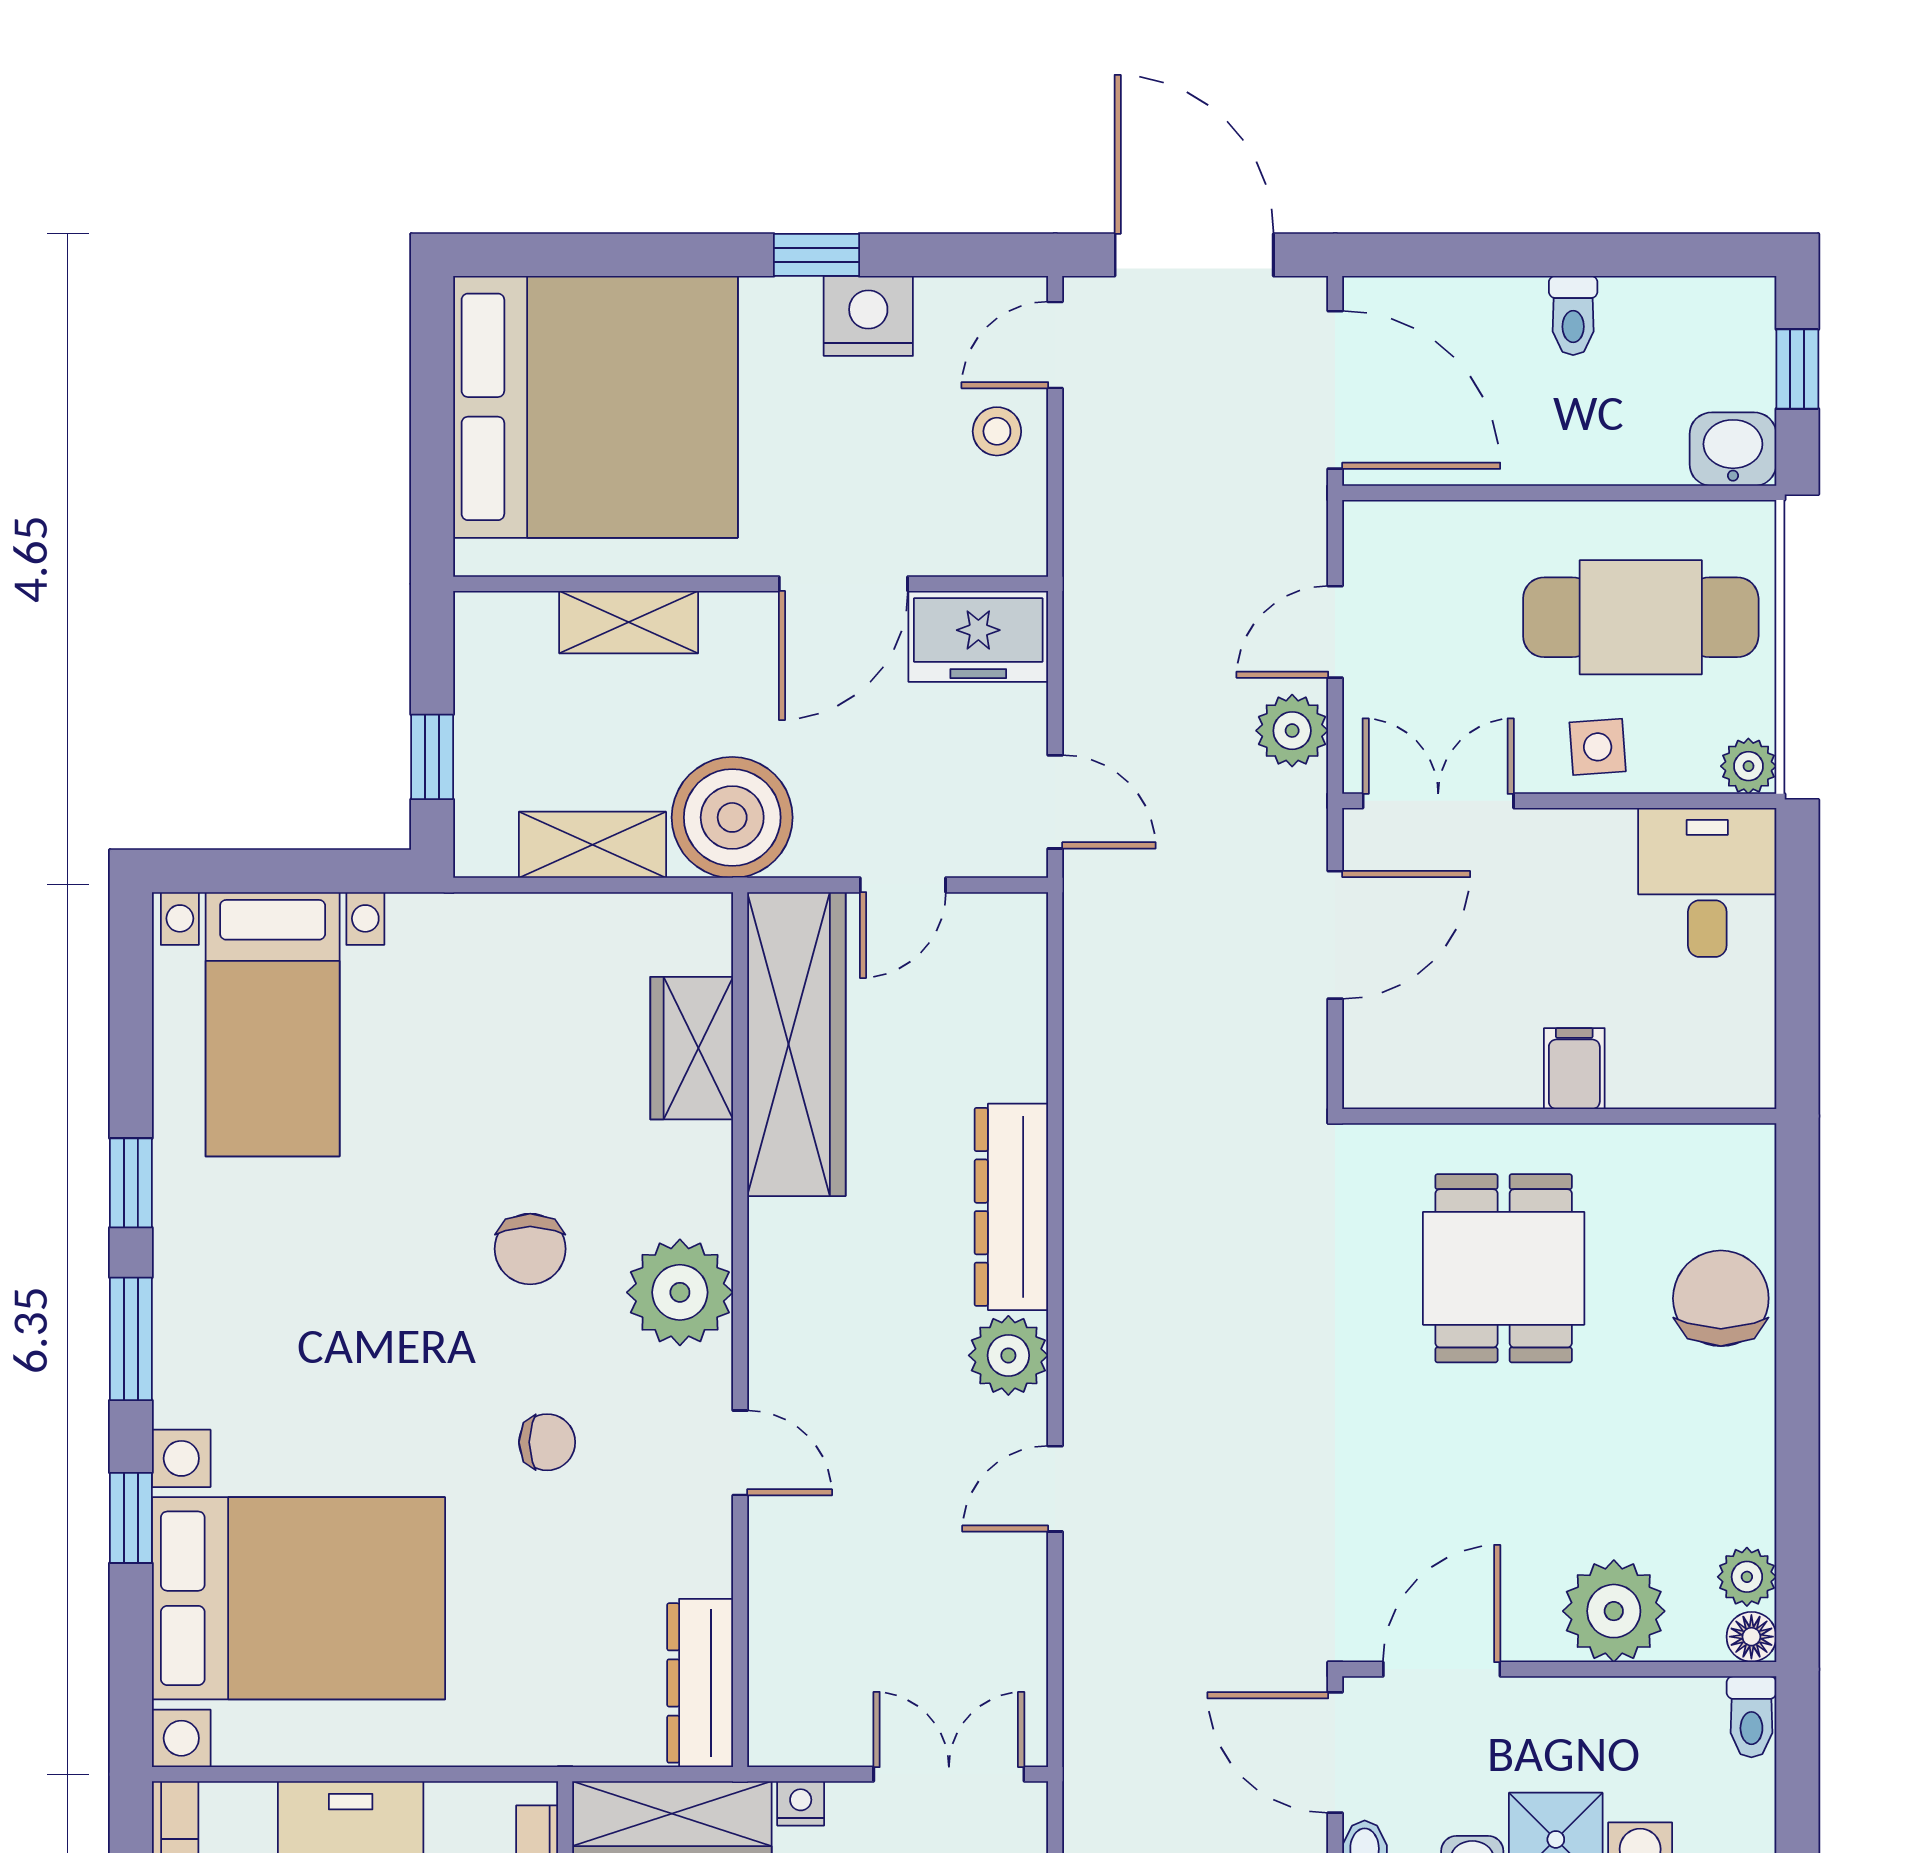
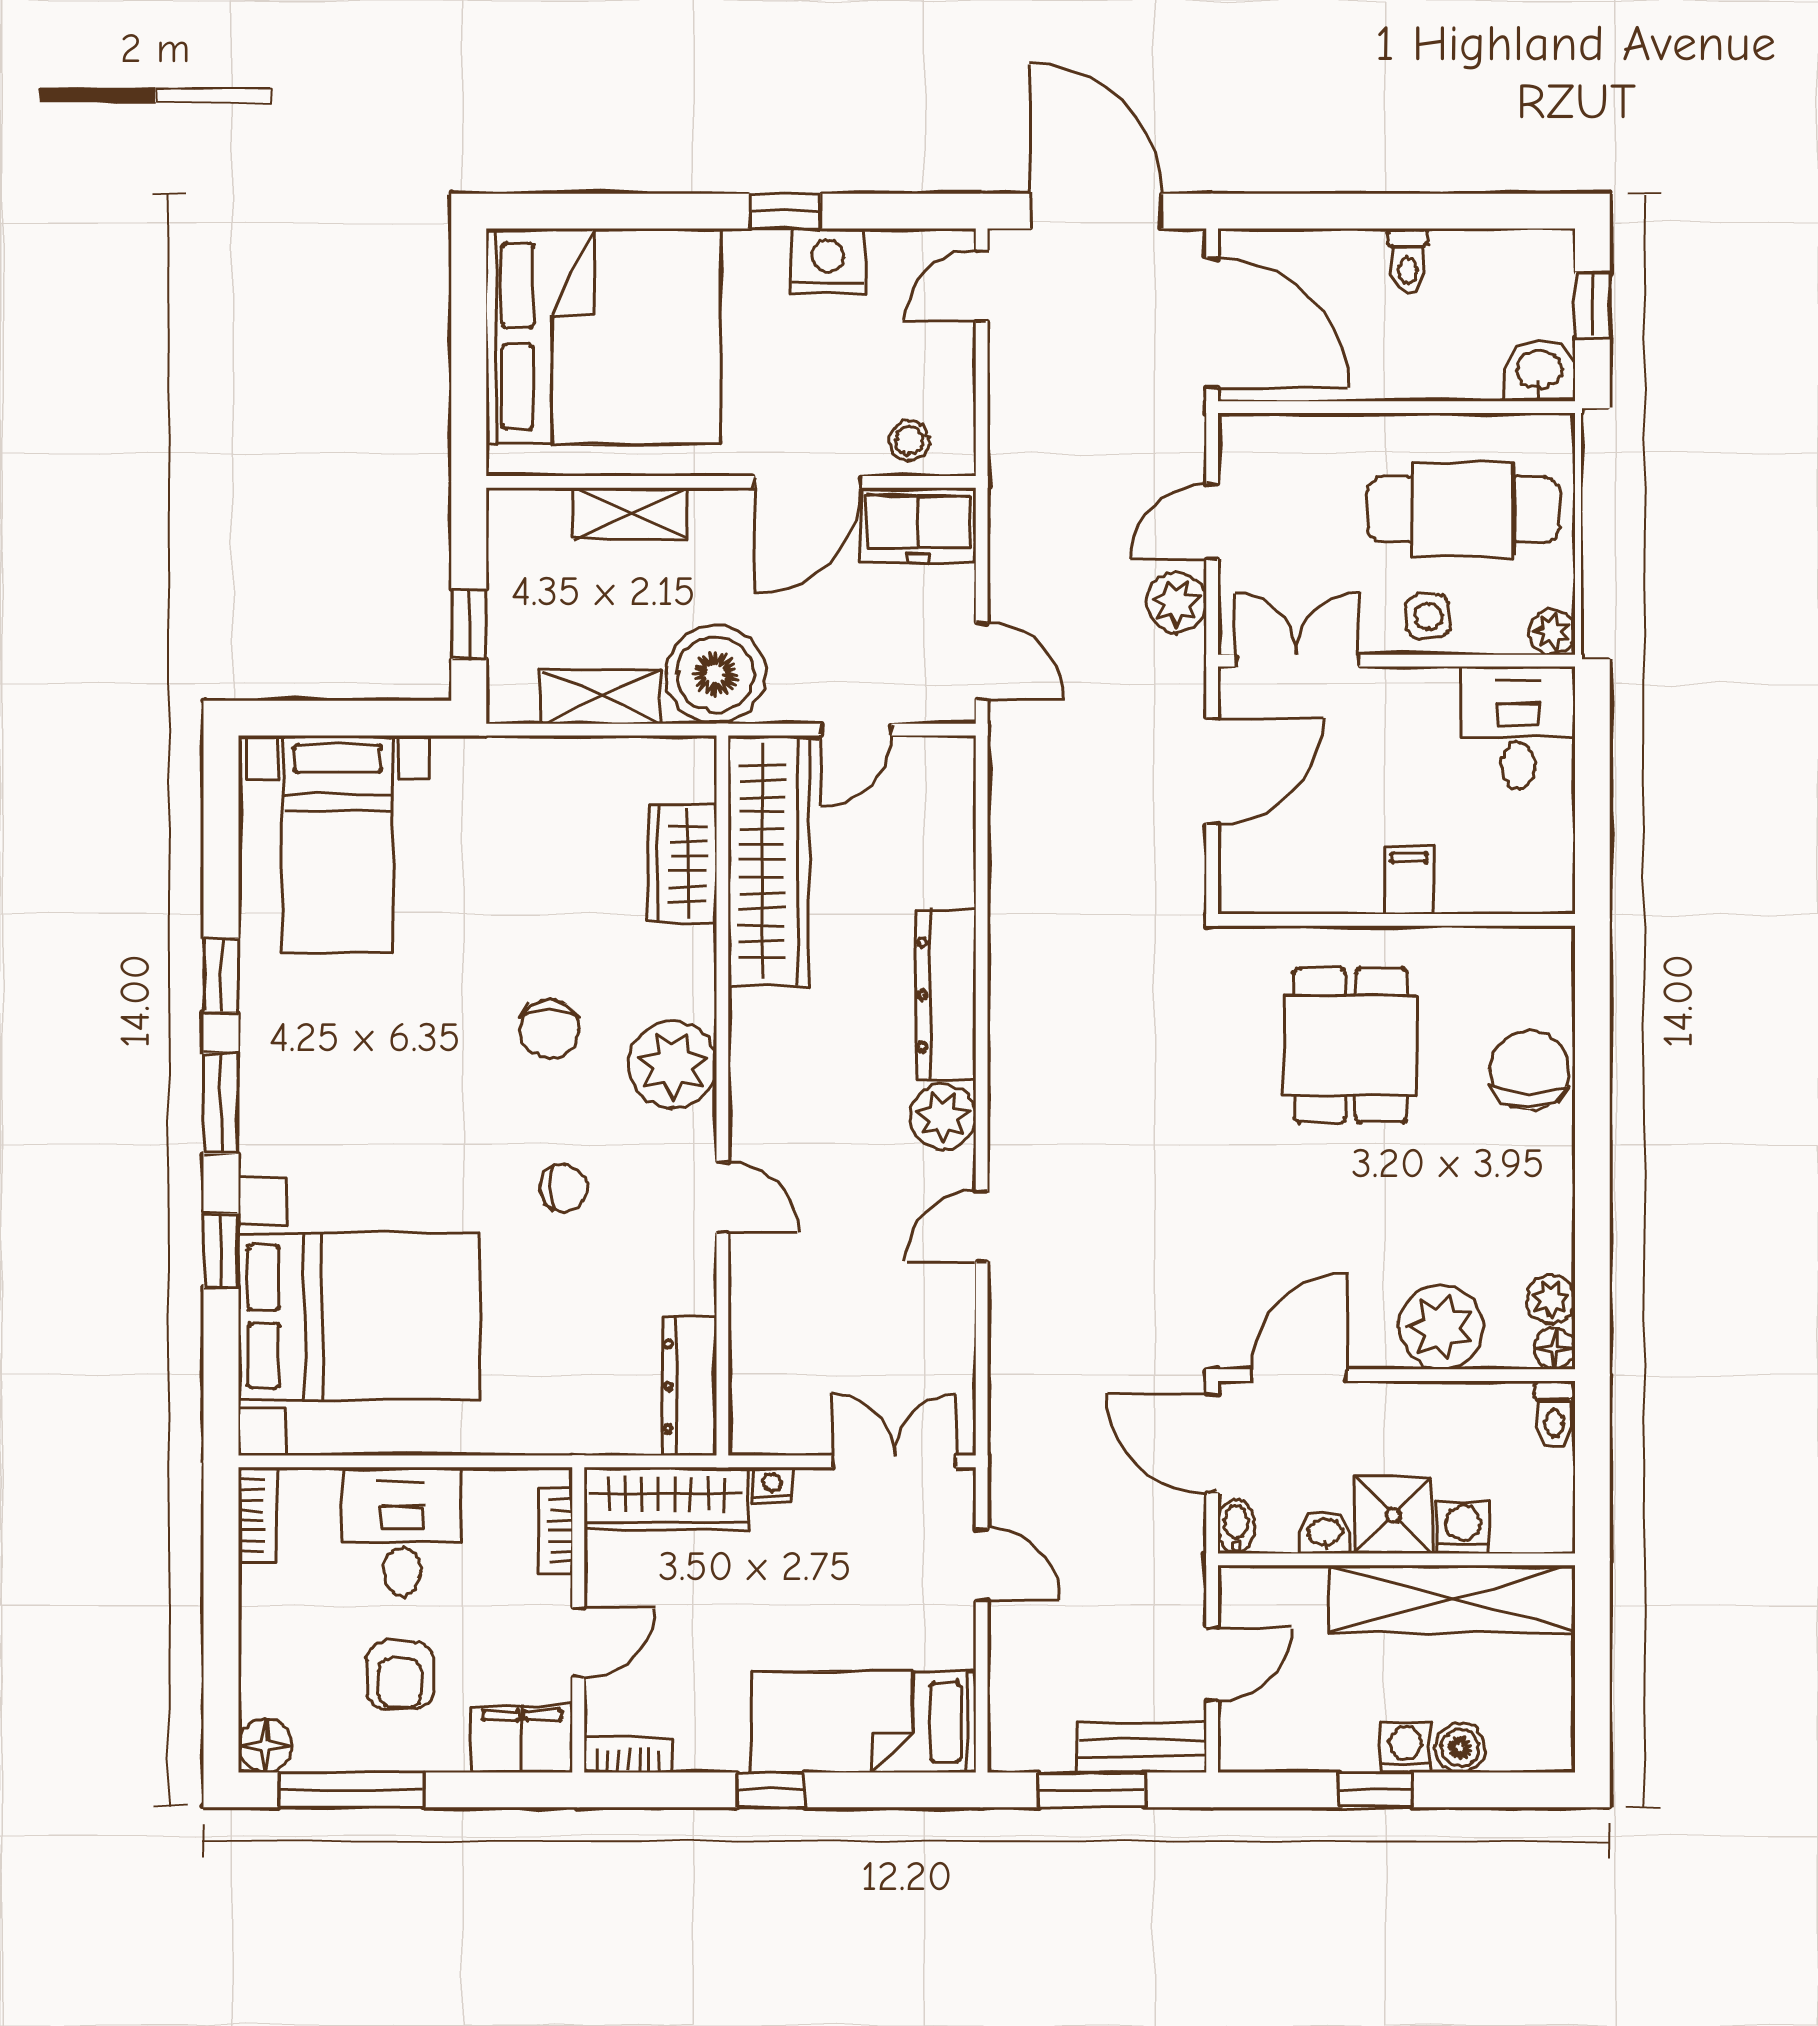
stool: (997, 431) -> (909, 440), moved

